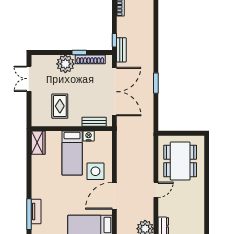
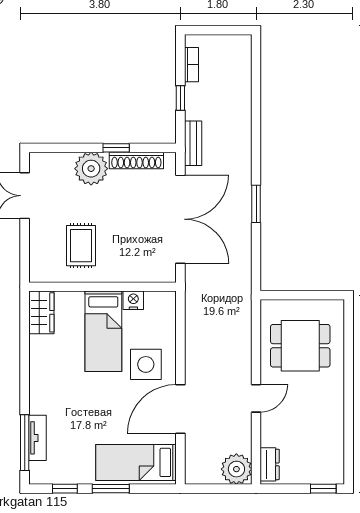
window: (114, 40) -> (180, 98), moved
bench: (94, 122) -> (143, 274), removed
dining table: (180, 161) -> (300, 346), width x0.73

